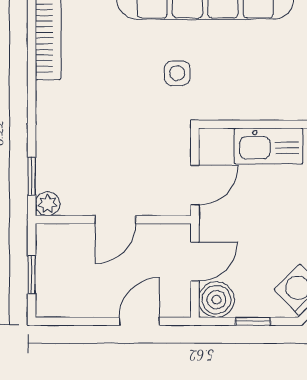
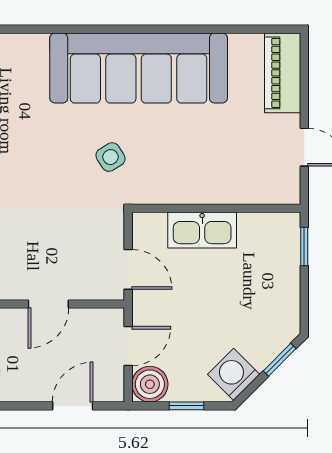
side table: (177, 73) -> (111, 157), turned -32
door: (195, 185) -> (128, 269), hinge flipped

